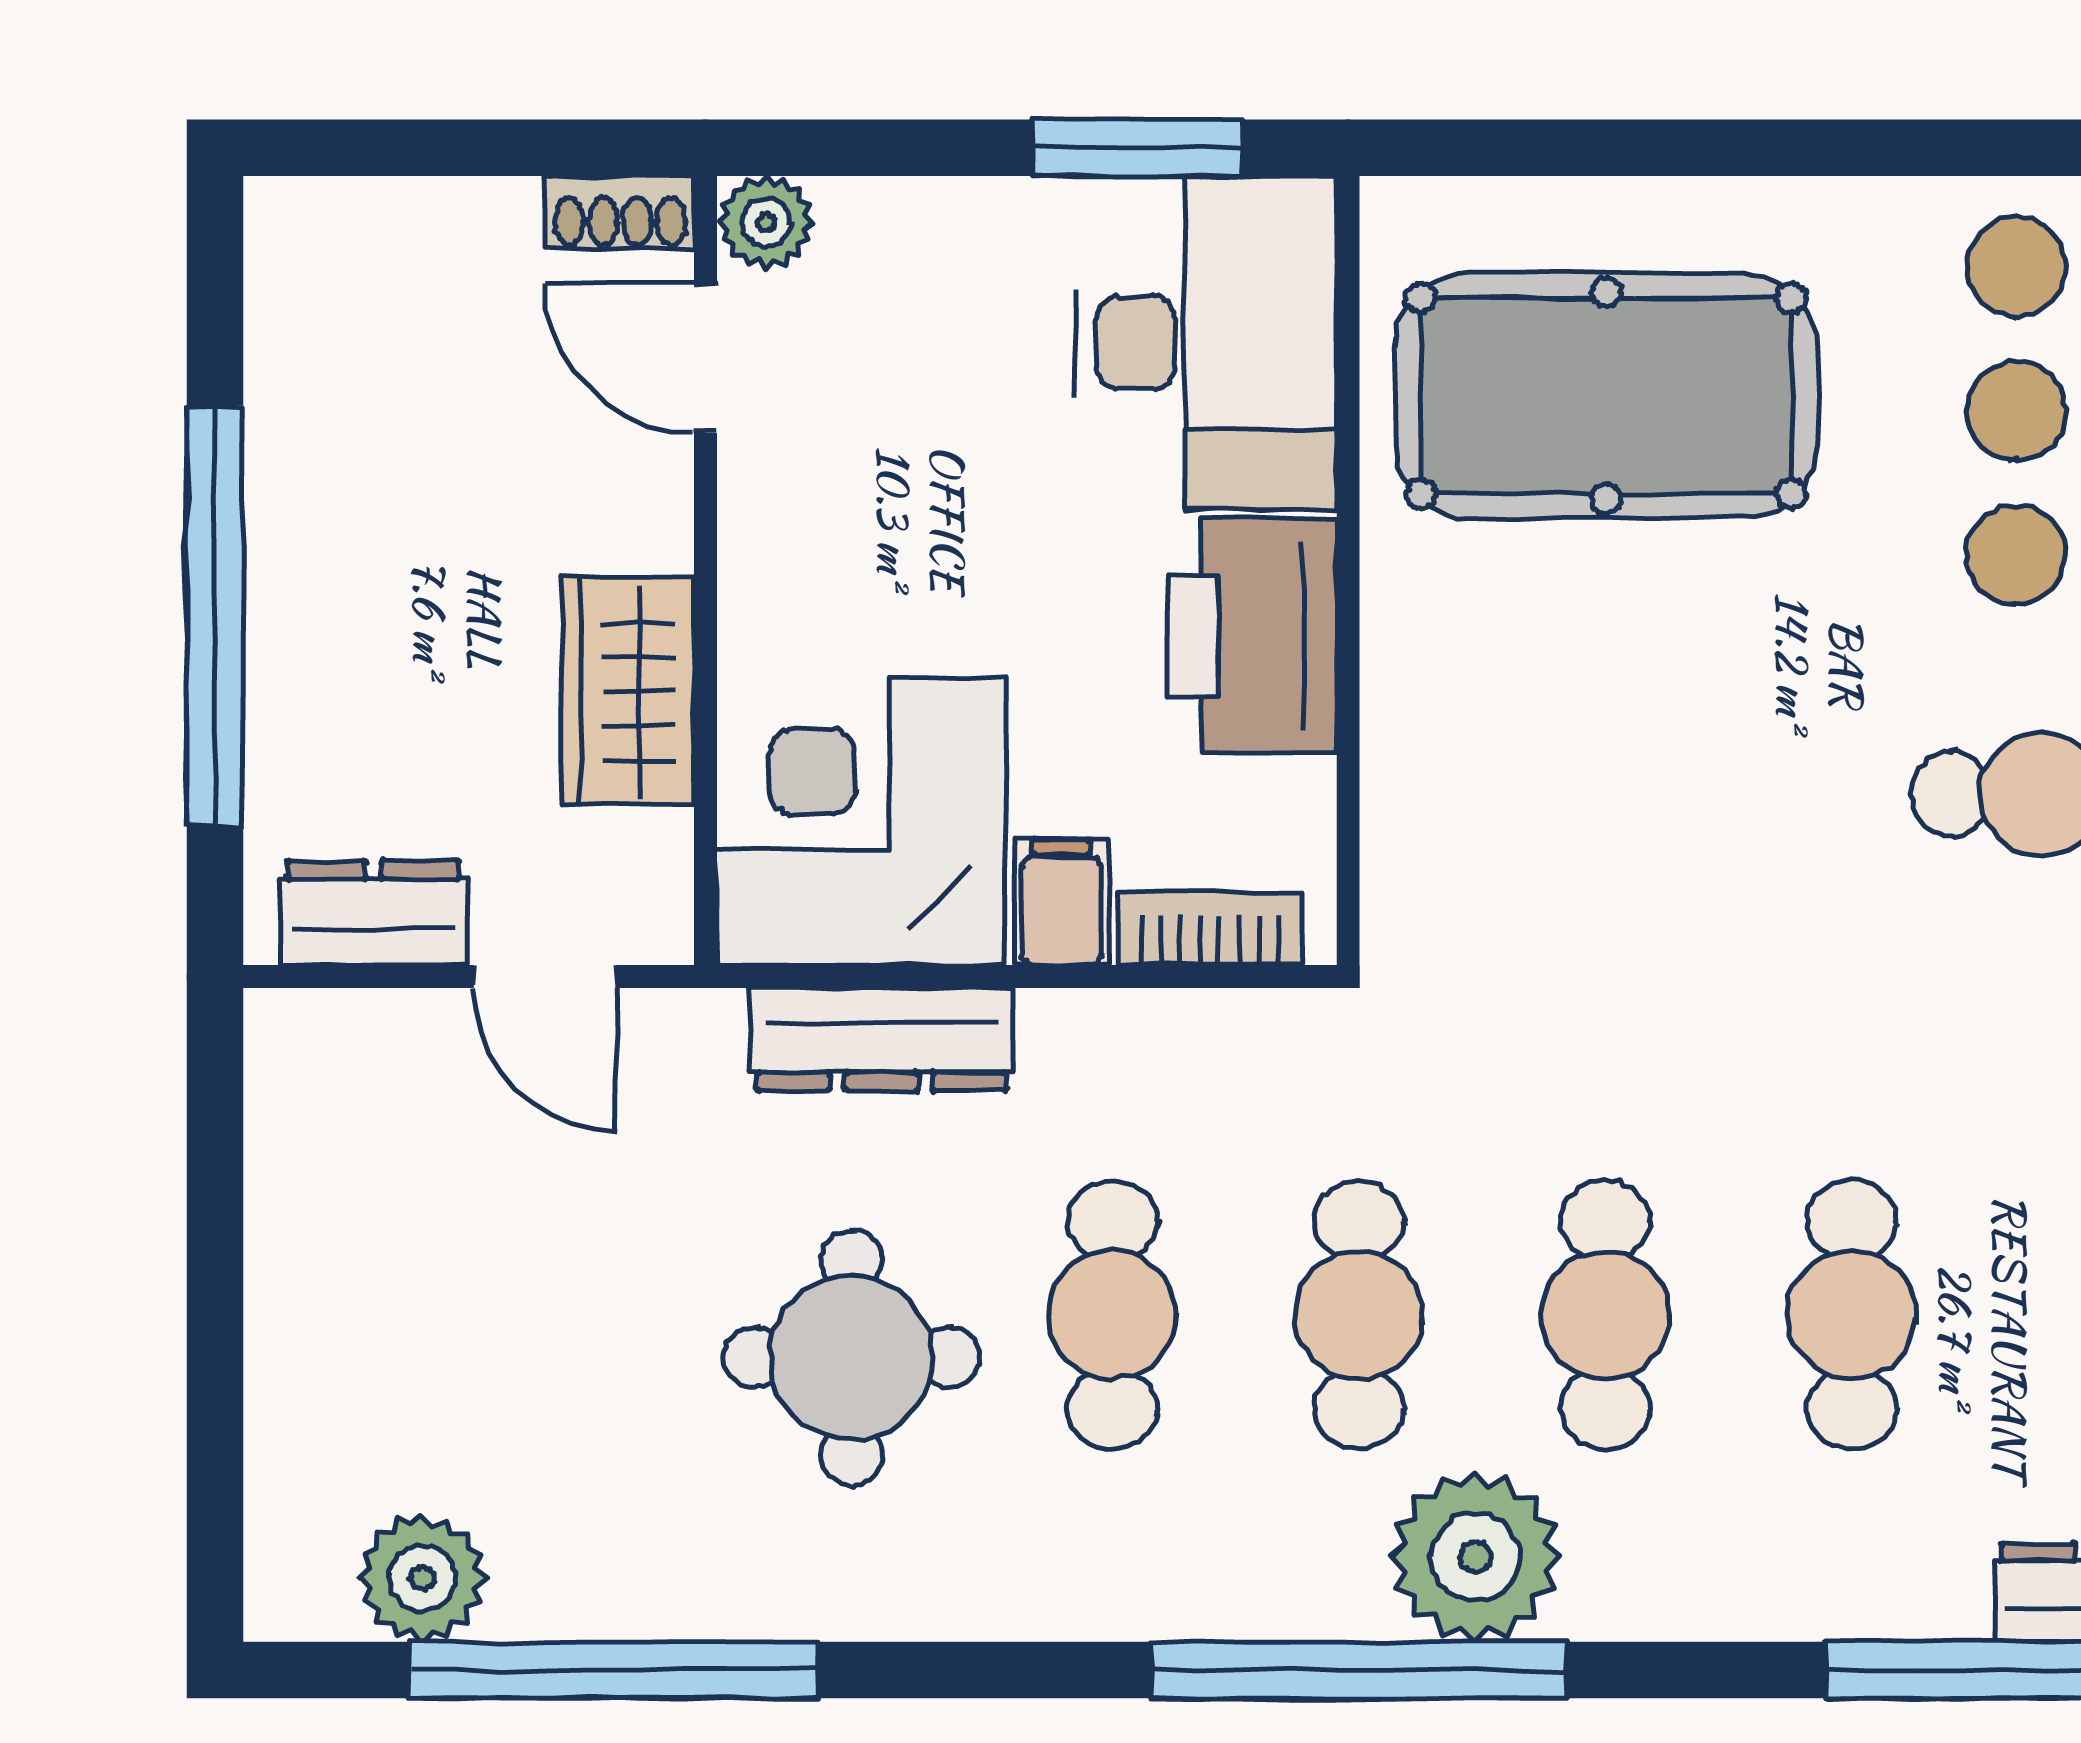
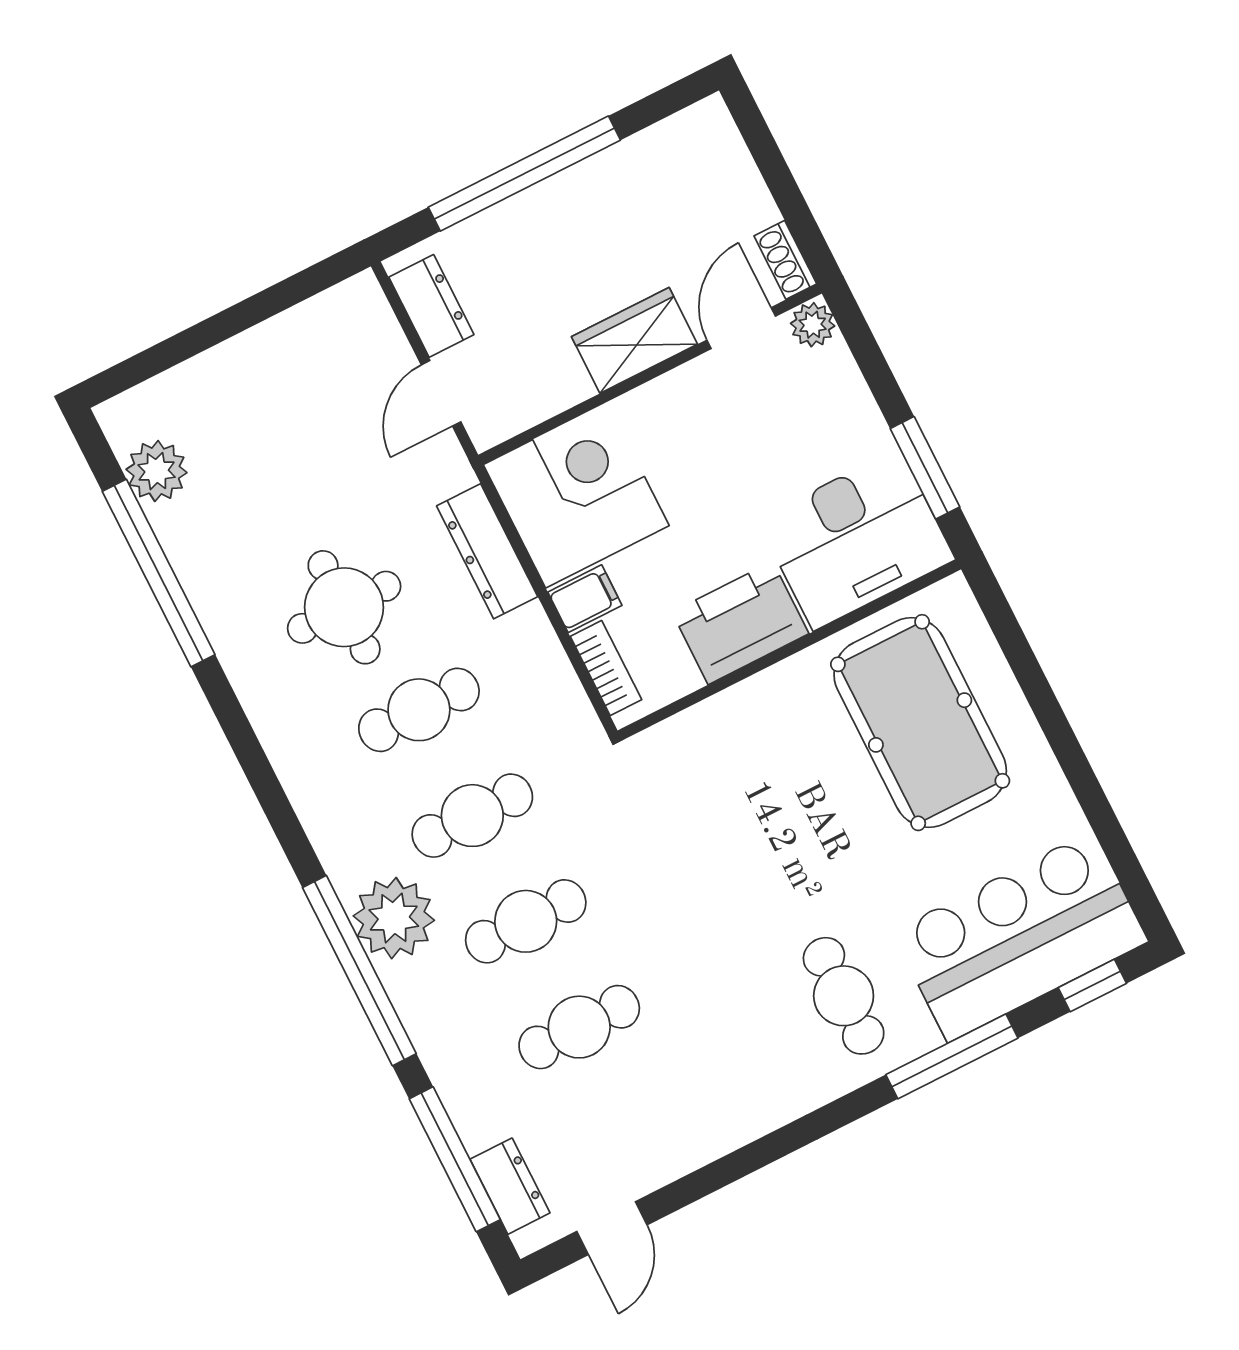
wardrobe: (628, 692) -> (635, 340), moved
window: (1359, 1670) -> (359, 971), moved

